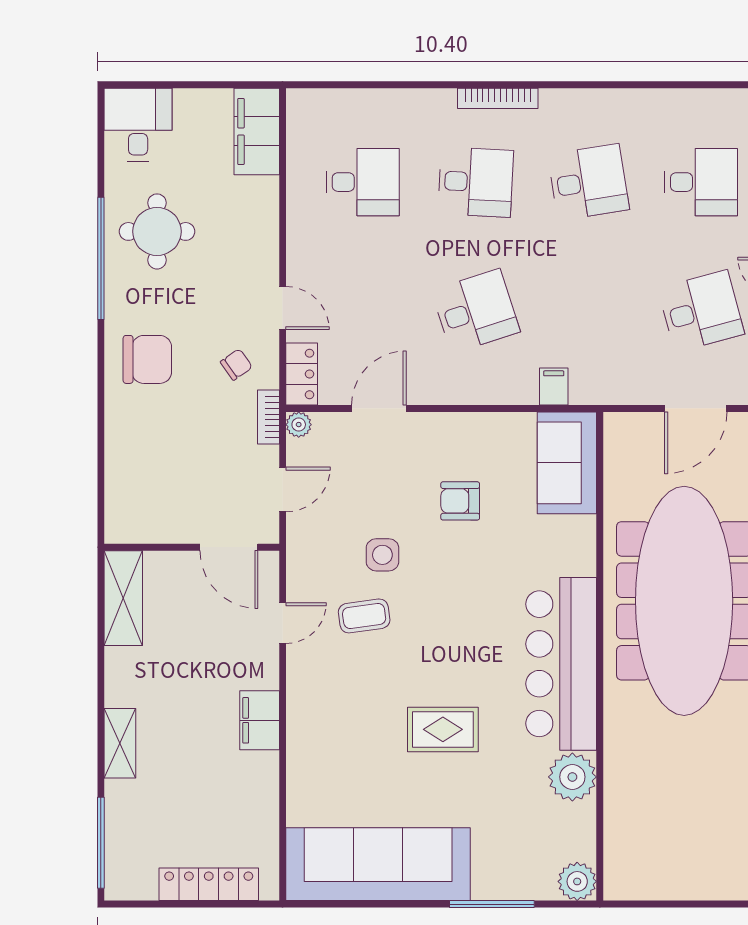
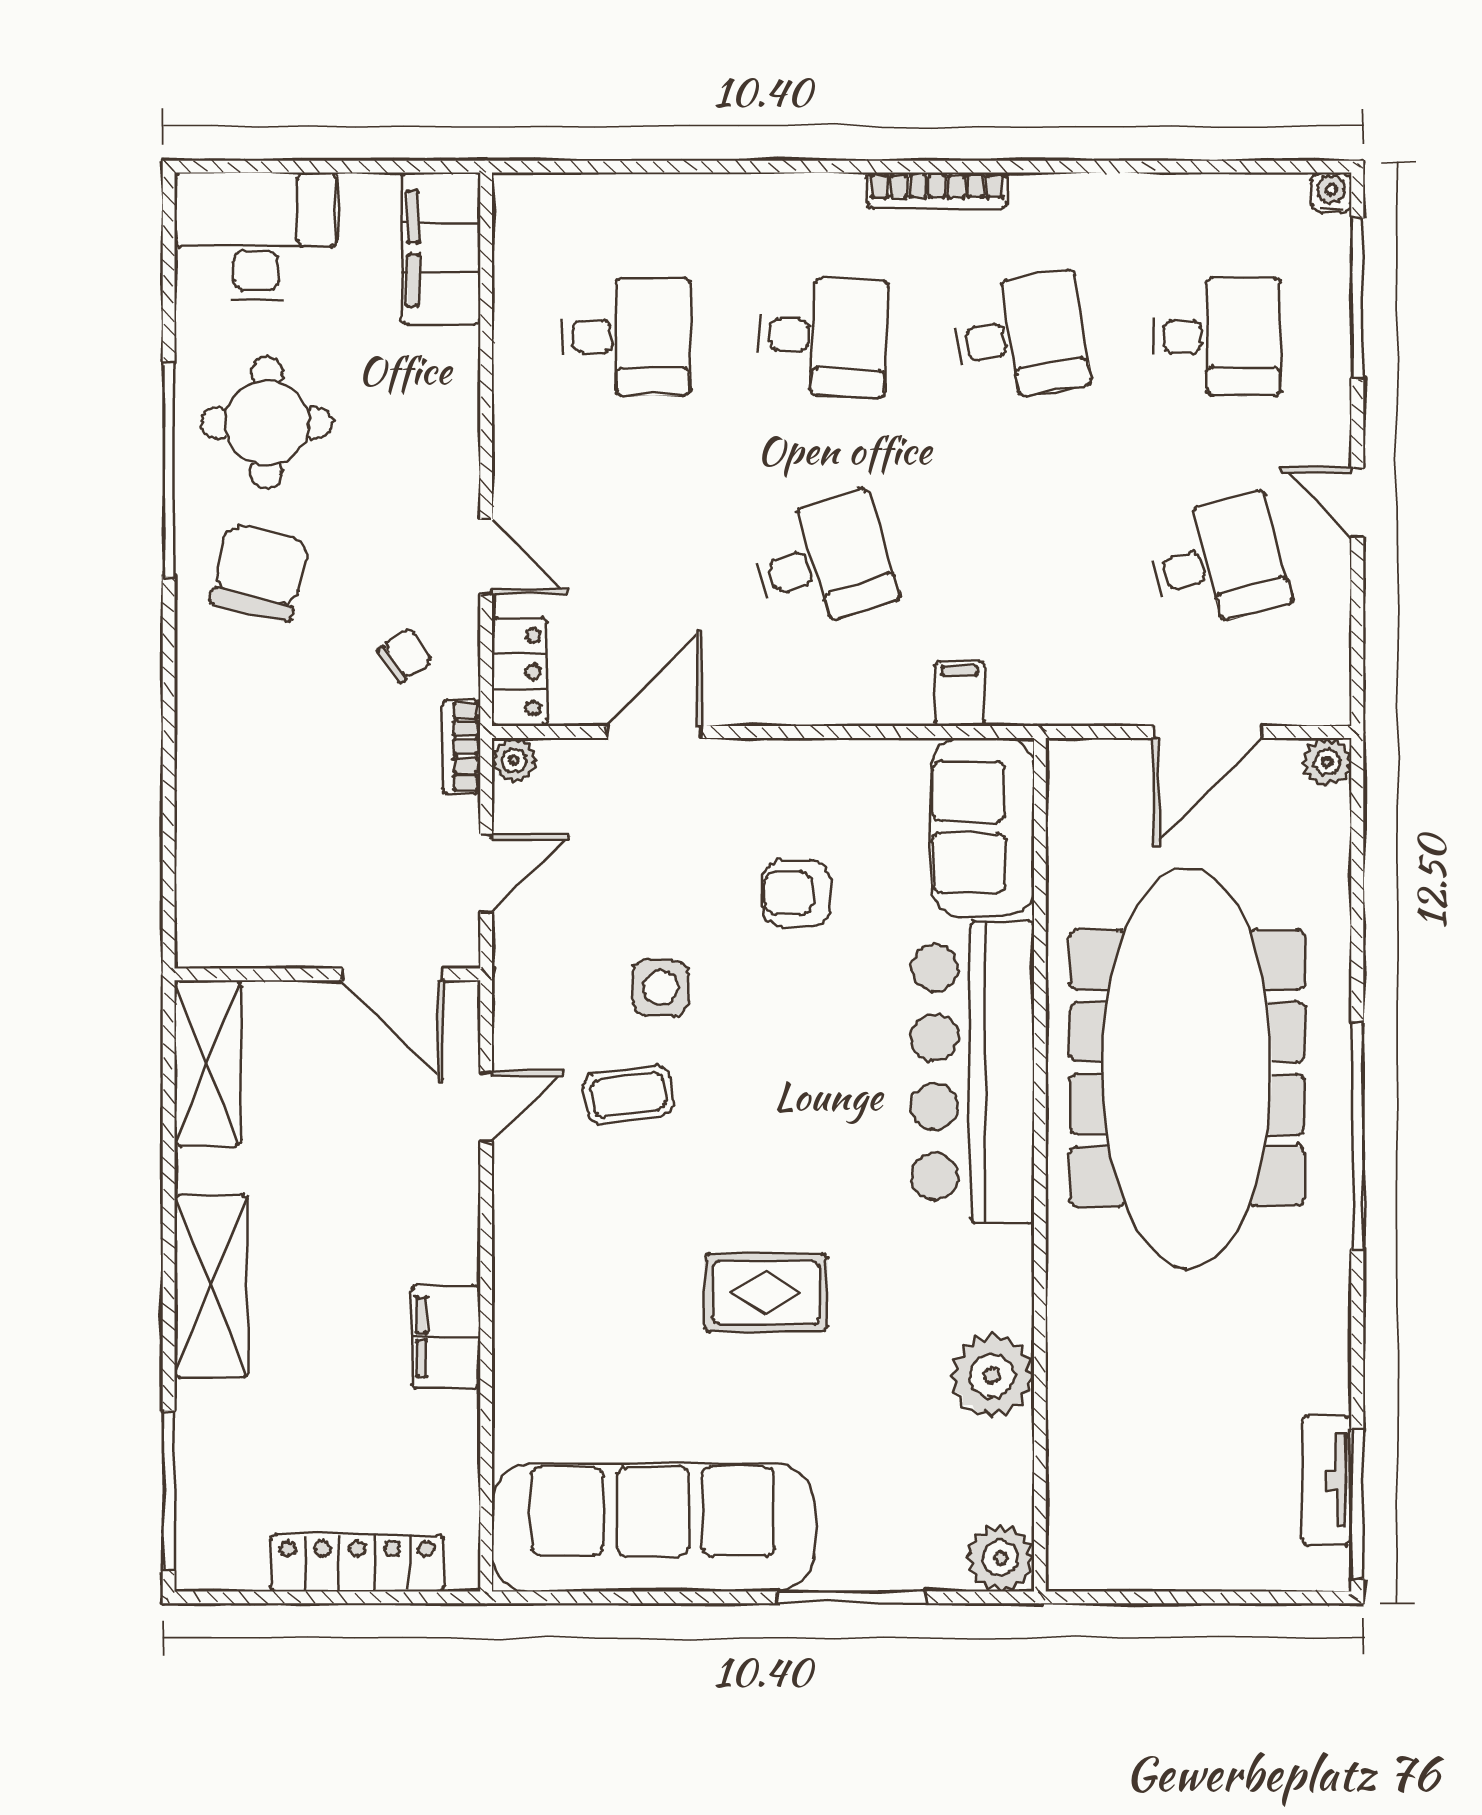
bookcase: (498, 98) -> (937, 190), moved
desk: (138, 125) -> (256, 236), width x1.37
chair: (147, 359) -> (260, 572), moved, turned -76
bar counter: (561, 664) -> (973, 1072), moved
filing cabinet: (260, 720) -> (446, 1337), moved
shelving: (120, 743) -> (211, 1286), width x1.50, depth x1.33

